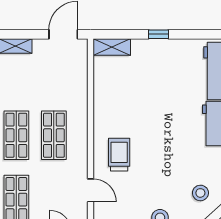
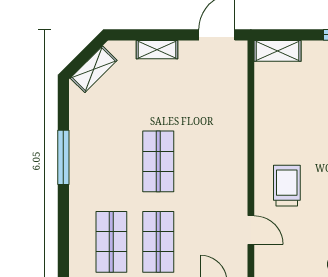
shop shelf: (54, 135) -> (205, 161), removed

